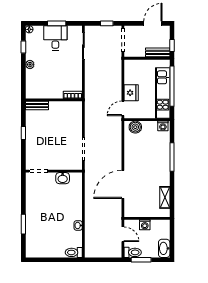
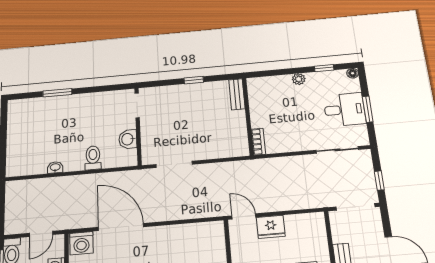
boiler: (135, 127) -> (215, 238), removed
washing machine: (131, 209) -> (81, 243), added
toilet: (74, 252) -> (93, 158), moved

